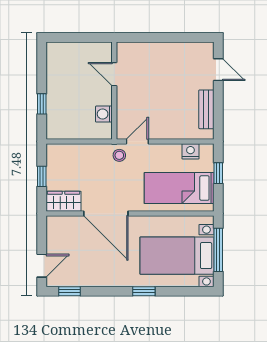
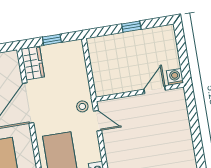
window: (42, 104) -> (131, 27), moved
washing machine: (104, 114) -> (175, 77), moved

